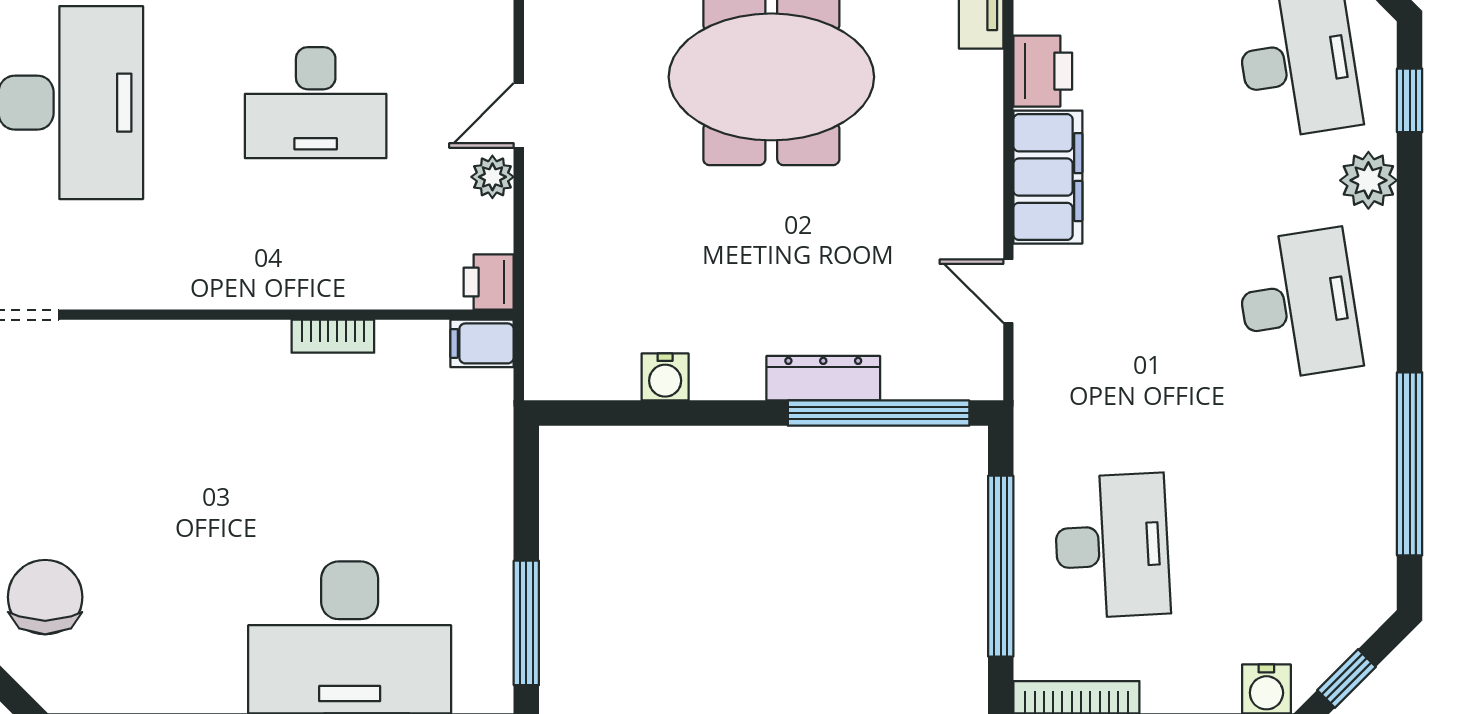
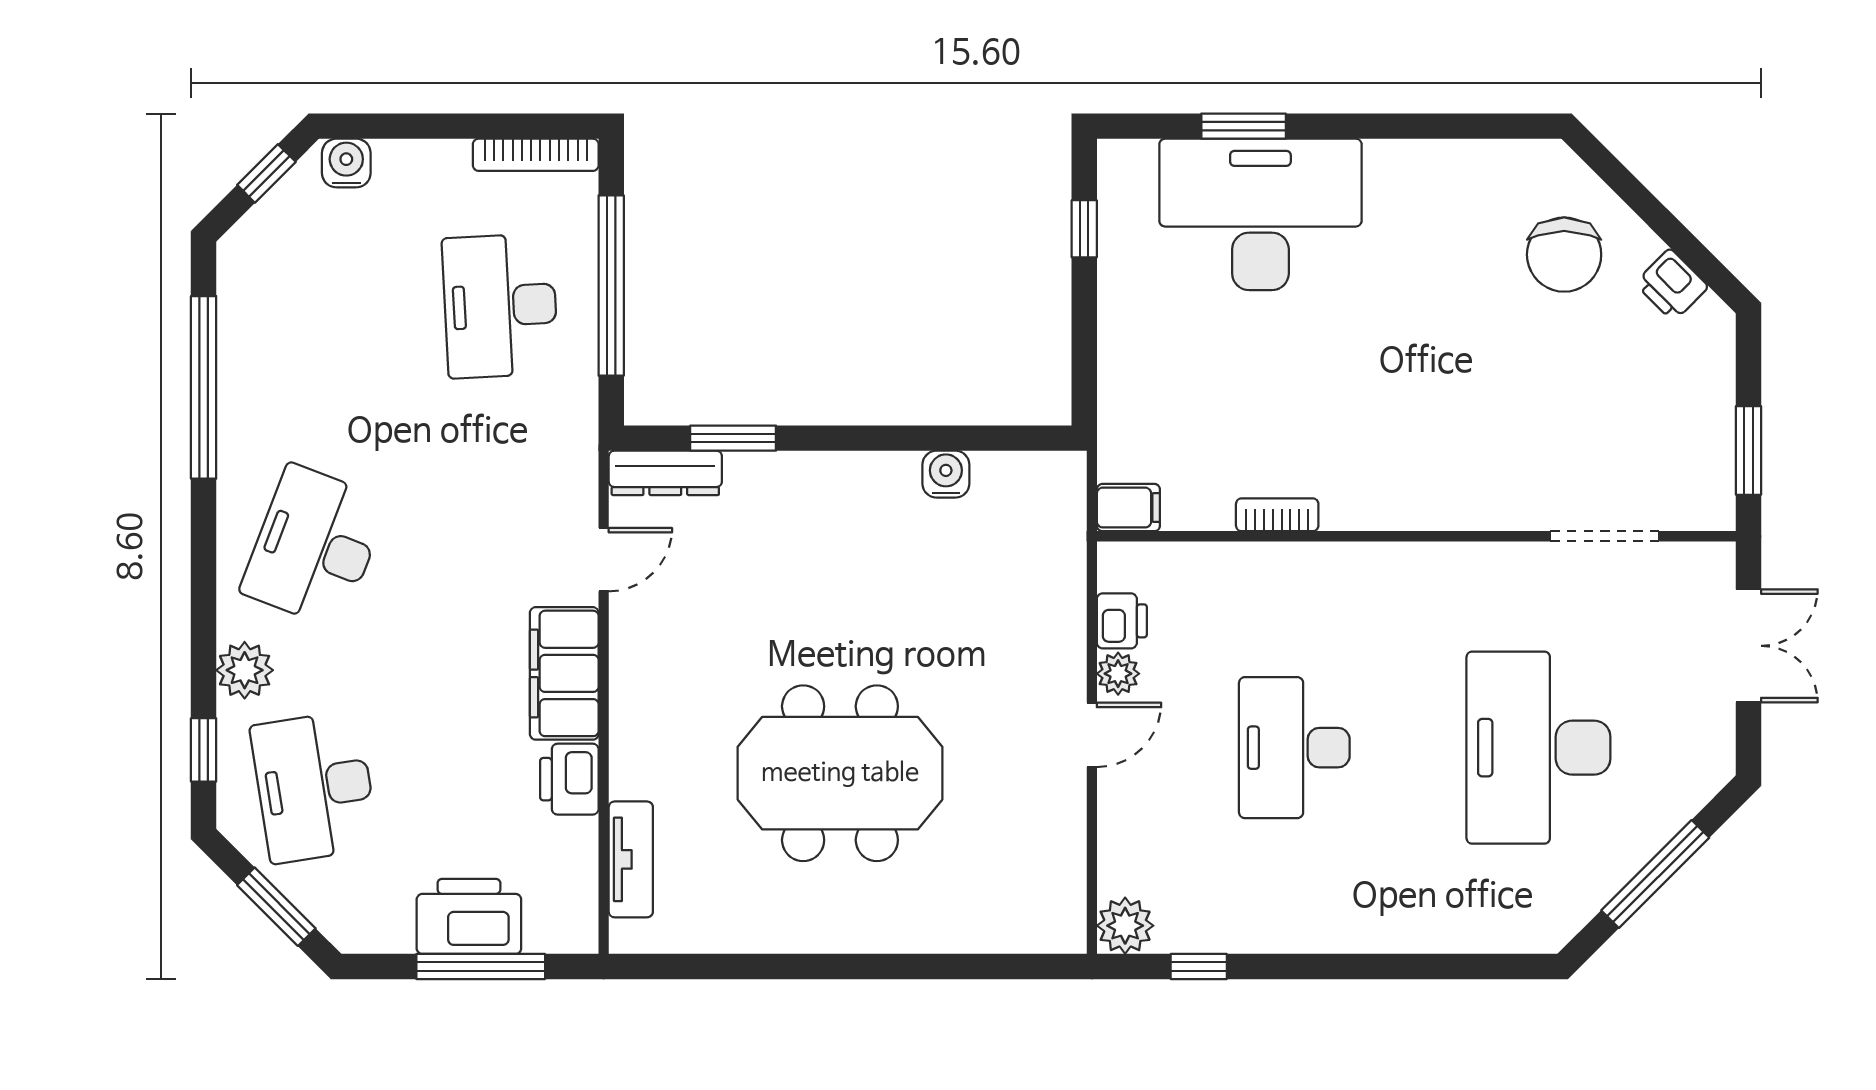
desk: (316, 103) -> (1294, 748), turned -90
printer: (489, 282) -> (1122, 621), moved
door: (1008, 291) -> (604, 560), hinge flipped
desk: (1298, 305) -> (315, 546), turned 30
dresser: (823, 378) -> (665, 473), moved
window: (879, 413) -> (733, 438), width x0.47
window: (526, 623) -> (1084, 229), width x0.46

